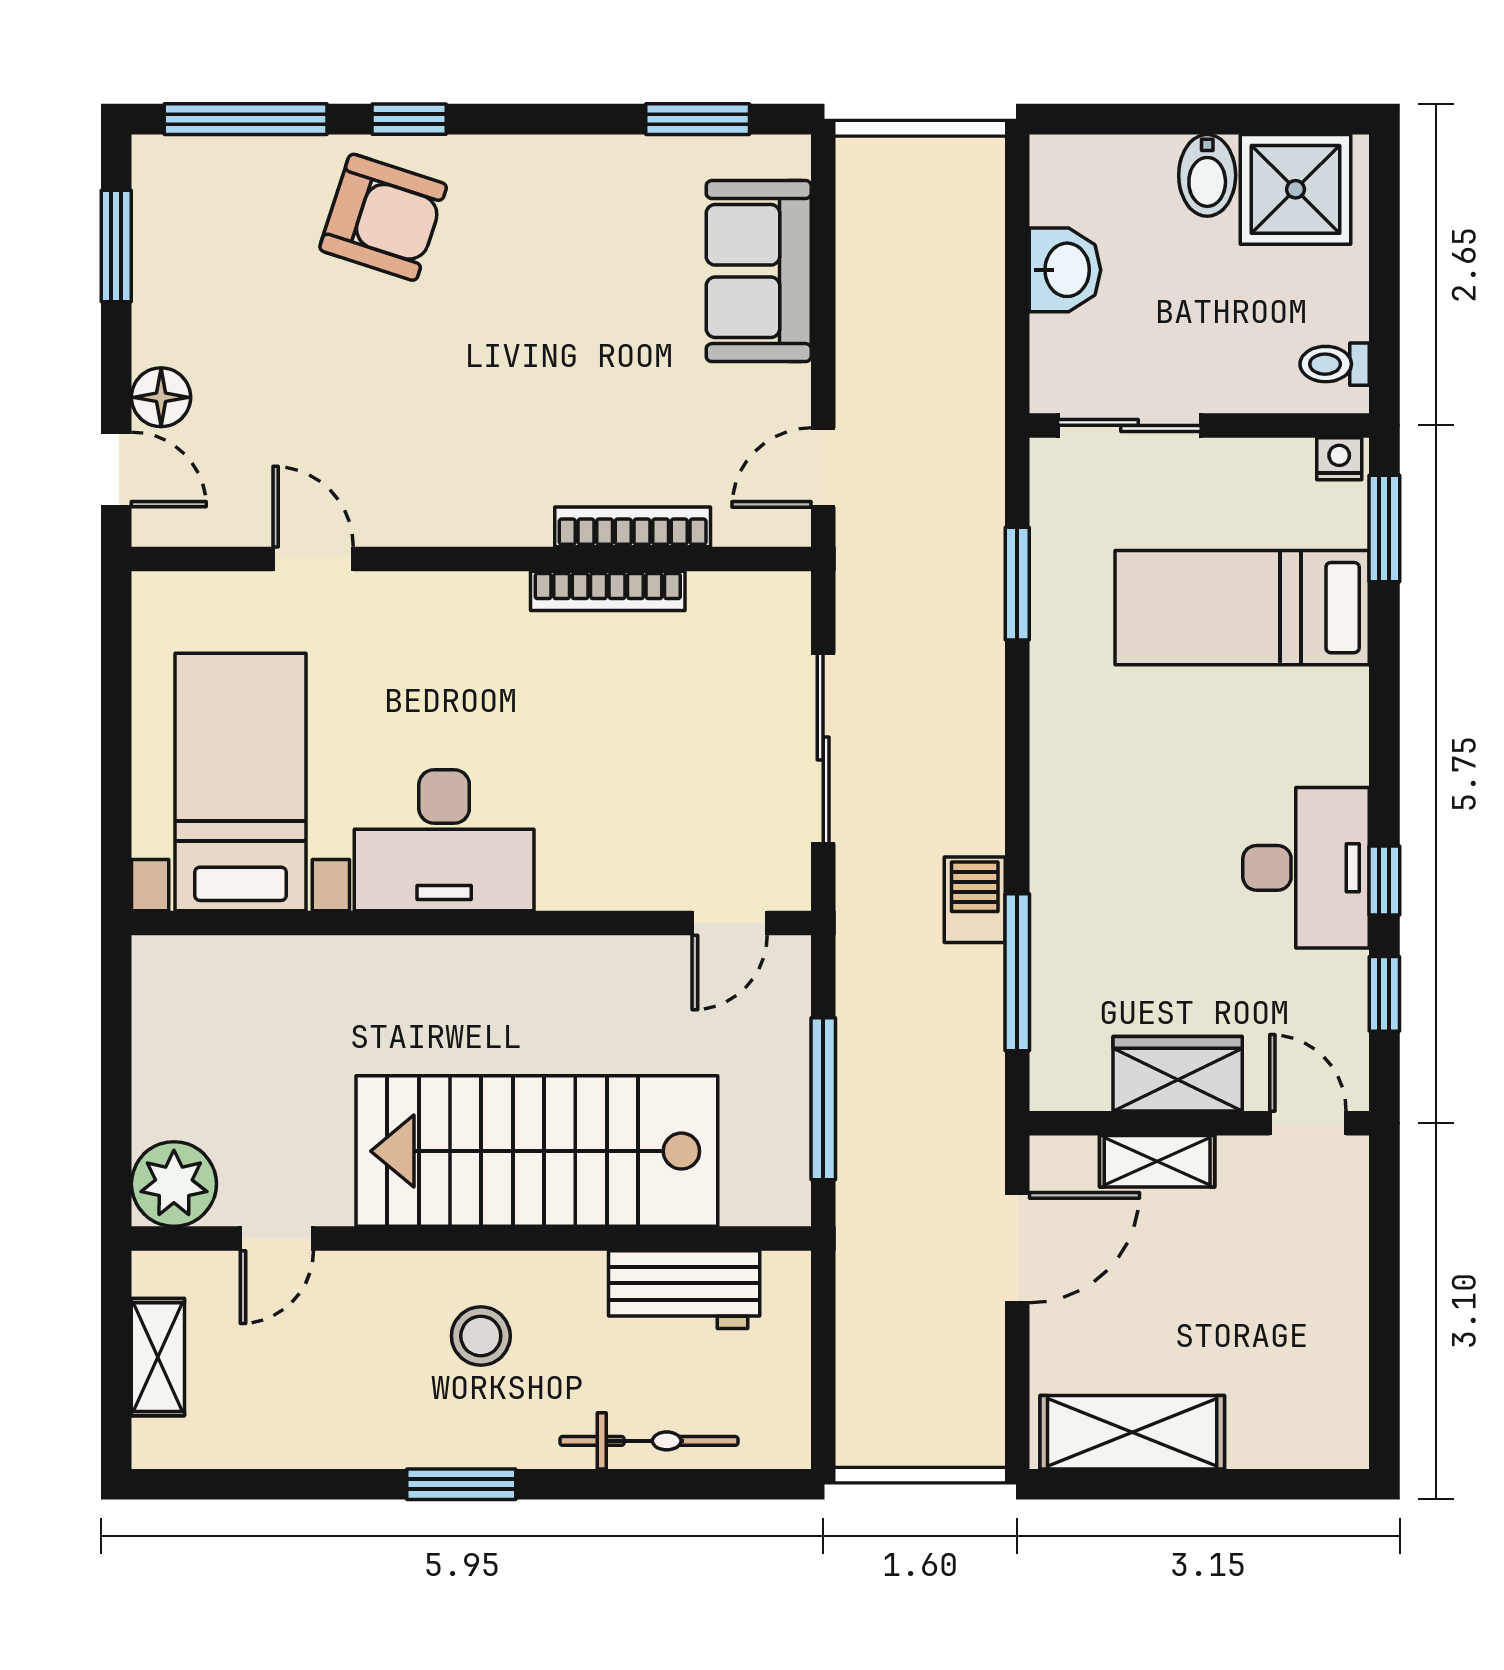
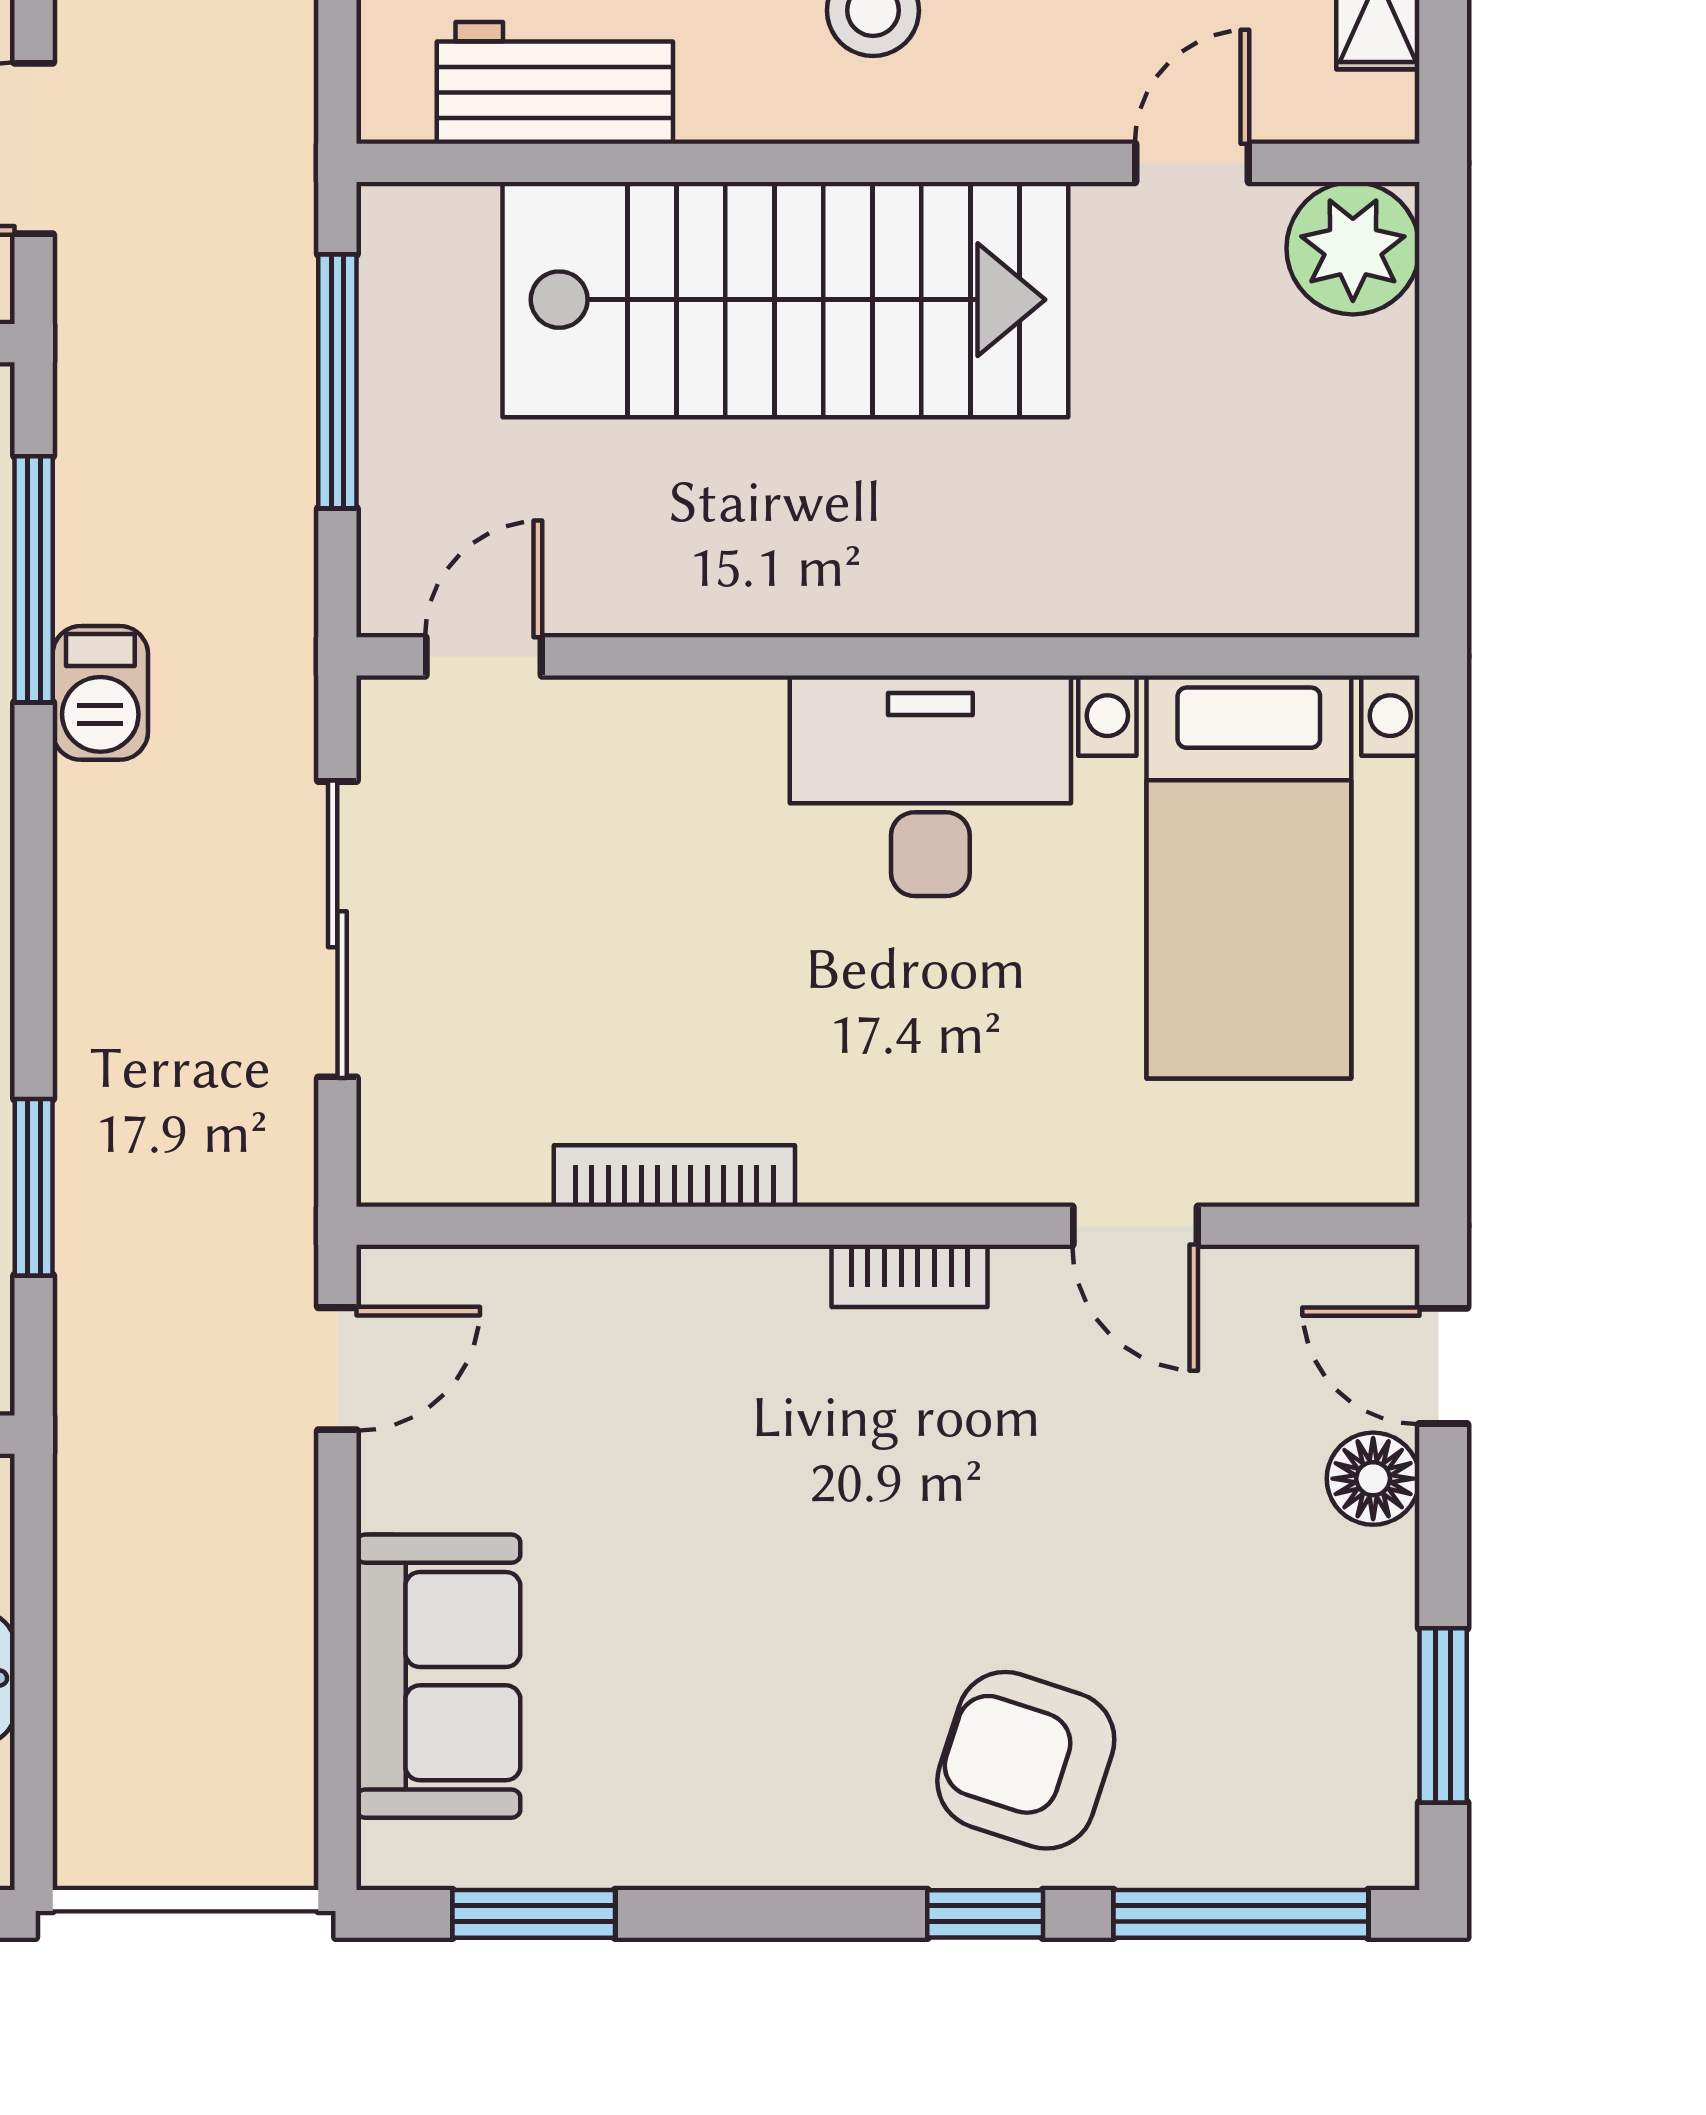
bookcase: (633, 527) -> (909, 1276), moved, width x0.64

